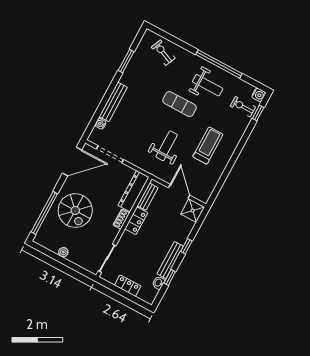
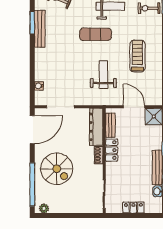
bench: (113, 102) -> (40, 29), moved
plant: (63, 252) -> (44, 208), moved

